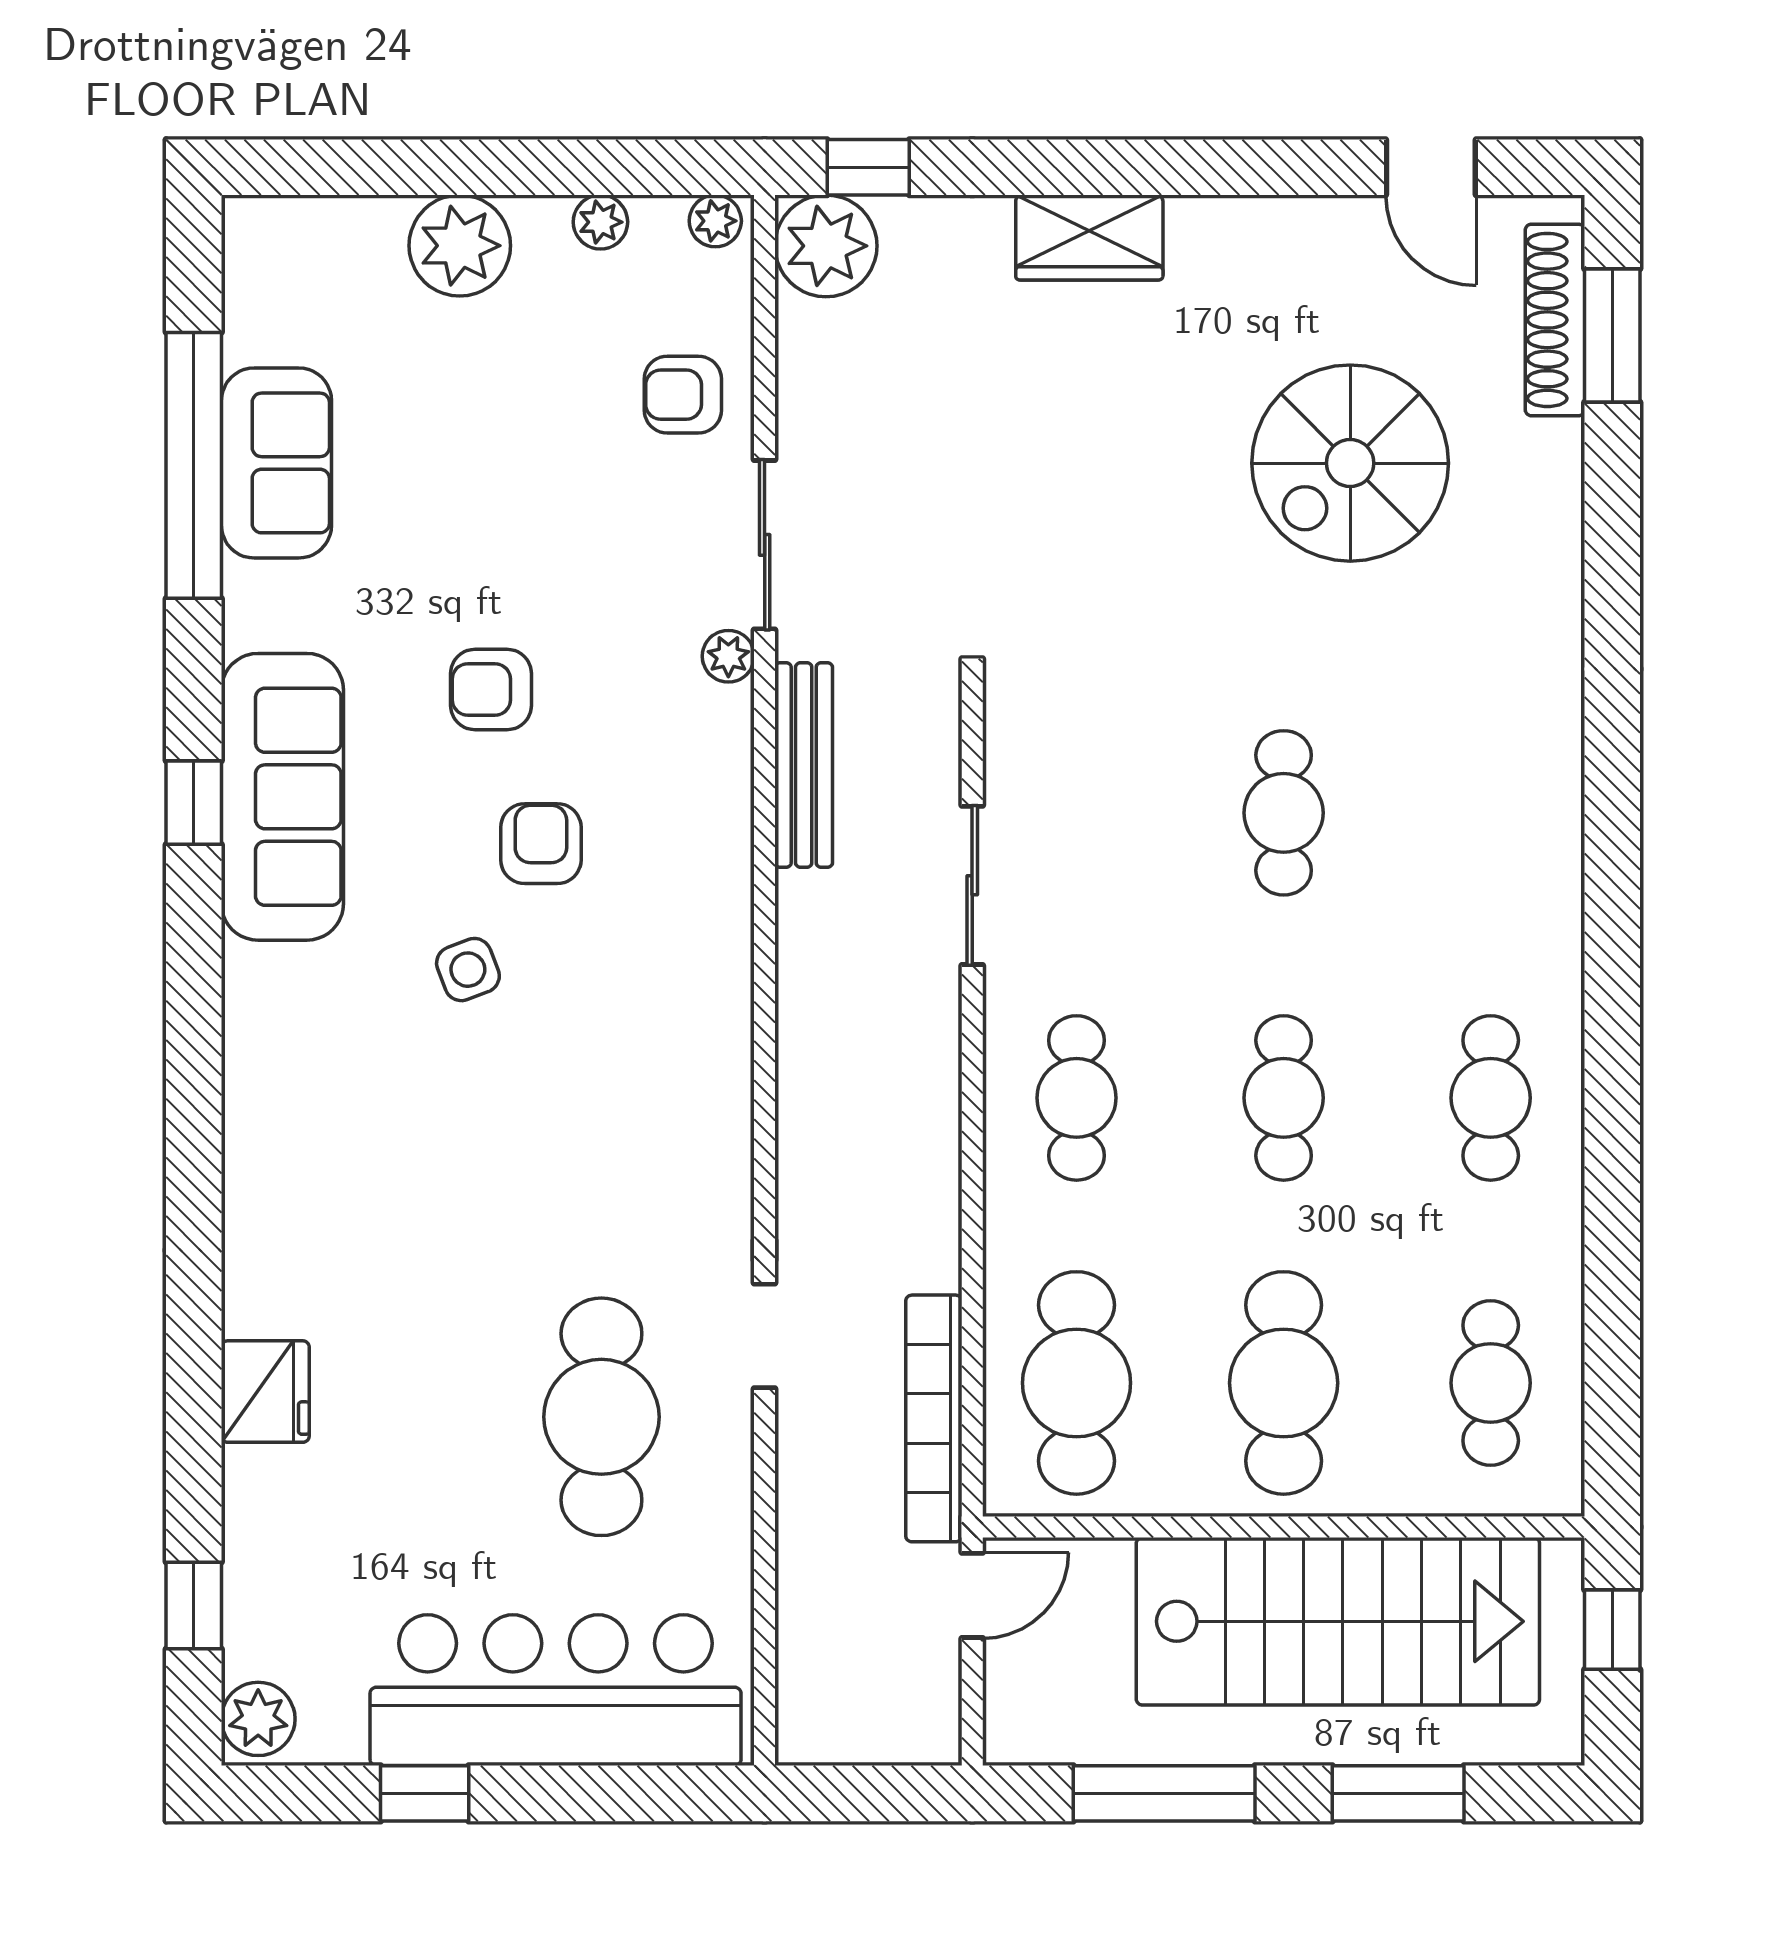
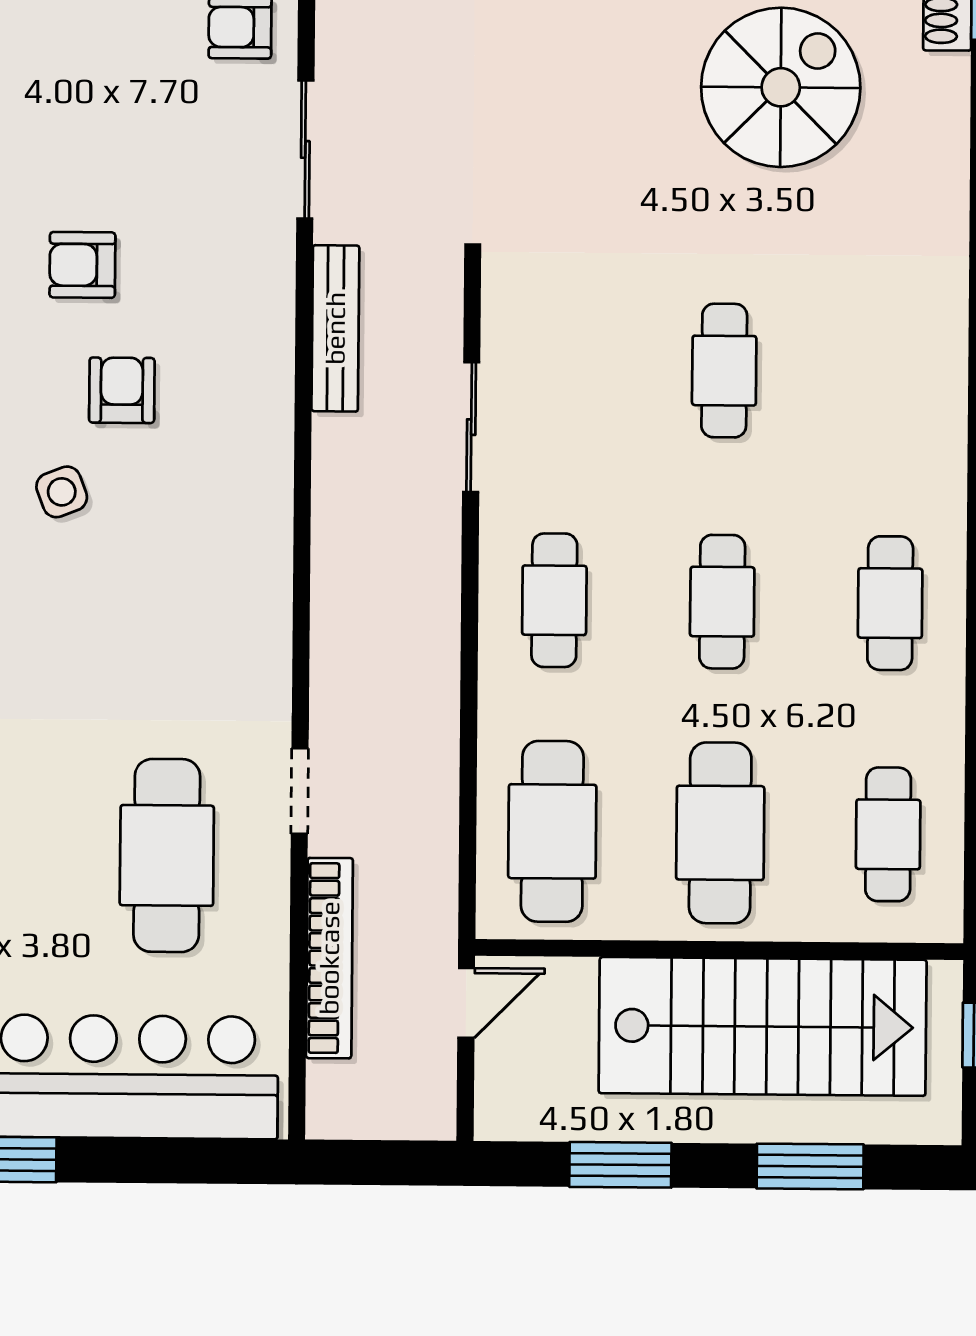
spiral stairs: (1350, 463) -> (781, 87), turned 180
plant: (728, 656) -> (275, 240), removed
bookcase: (934, 1418) -> (329, 958), moved, turned 180
window: (1164, 1793) -> (620, 1165), width x0.69

